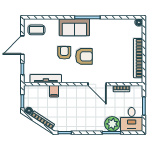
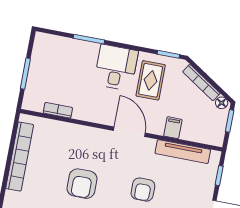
armchair: (84, 56) -> (82, 184), moved, turned -90
door: (97, 84) -> (129, 132), moved
rug: (72, 116) -> (151, 80), added
desk: (132, 119) -> (116, 67), moved
plant: (112, 124) -> (85, 54), removed

